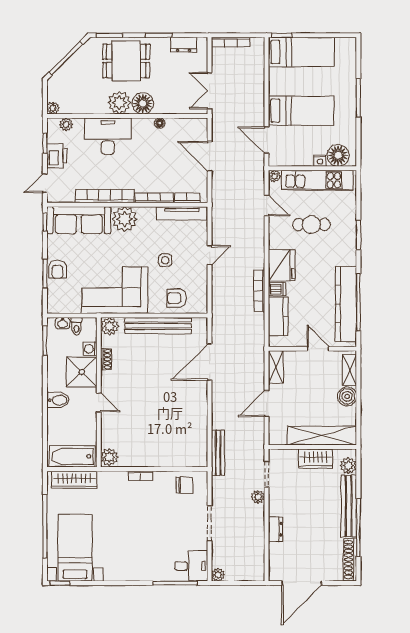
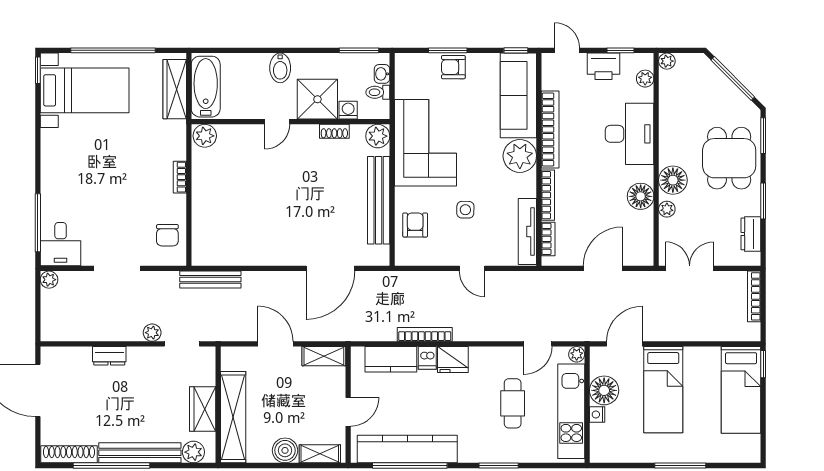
plant: (119, 103) -> (667, 209), moved, width x0.53, depth x0.53
floor lamp: (160, 123) -> (641, 196), width x1.89, depth x1.89
floor lamp: (338, 155) -> (604, 390), moved
fridge: (282, 265) -> (453, 360), width x0.73, depth x0.75
door: (210, 362) -> (330, 268), swing flipped

